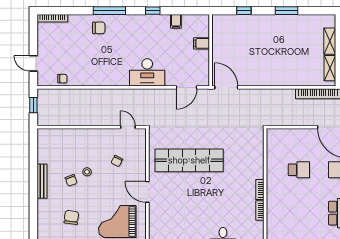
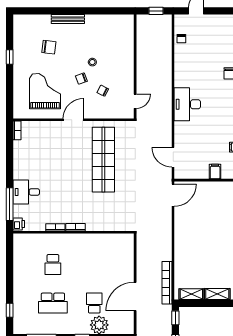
desk: (147, 72) -> (187, 104), moved
school desk: (299, 170) -> (53, 264), moved
chair: (71, 180) -> (81, 79), moved
bench: (42, 181) -> (68, 19), moved

